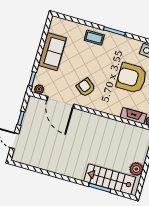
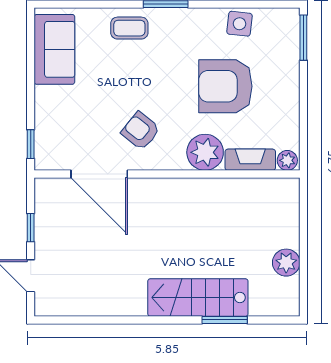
sofa: (52, 52) -> (54, 49), moved
plant: (39, 89) -> (205, 152), moved, width x1.88, depth x1.88
stairs: (110, 179) -> (198, 298), moved

